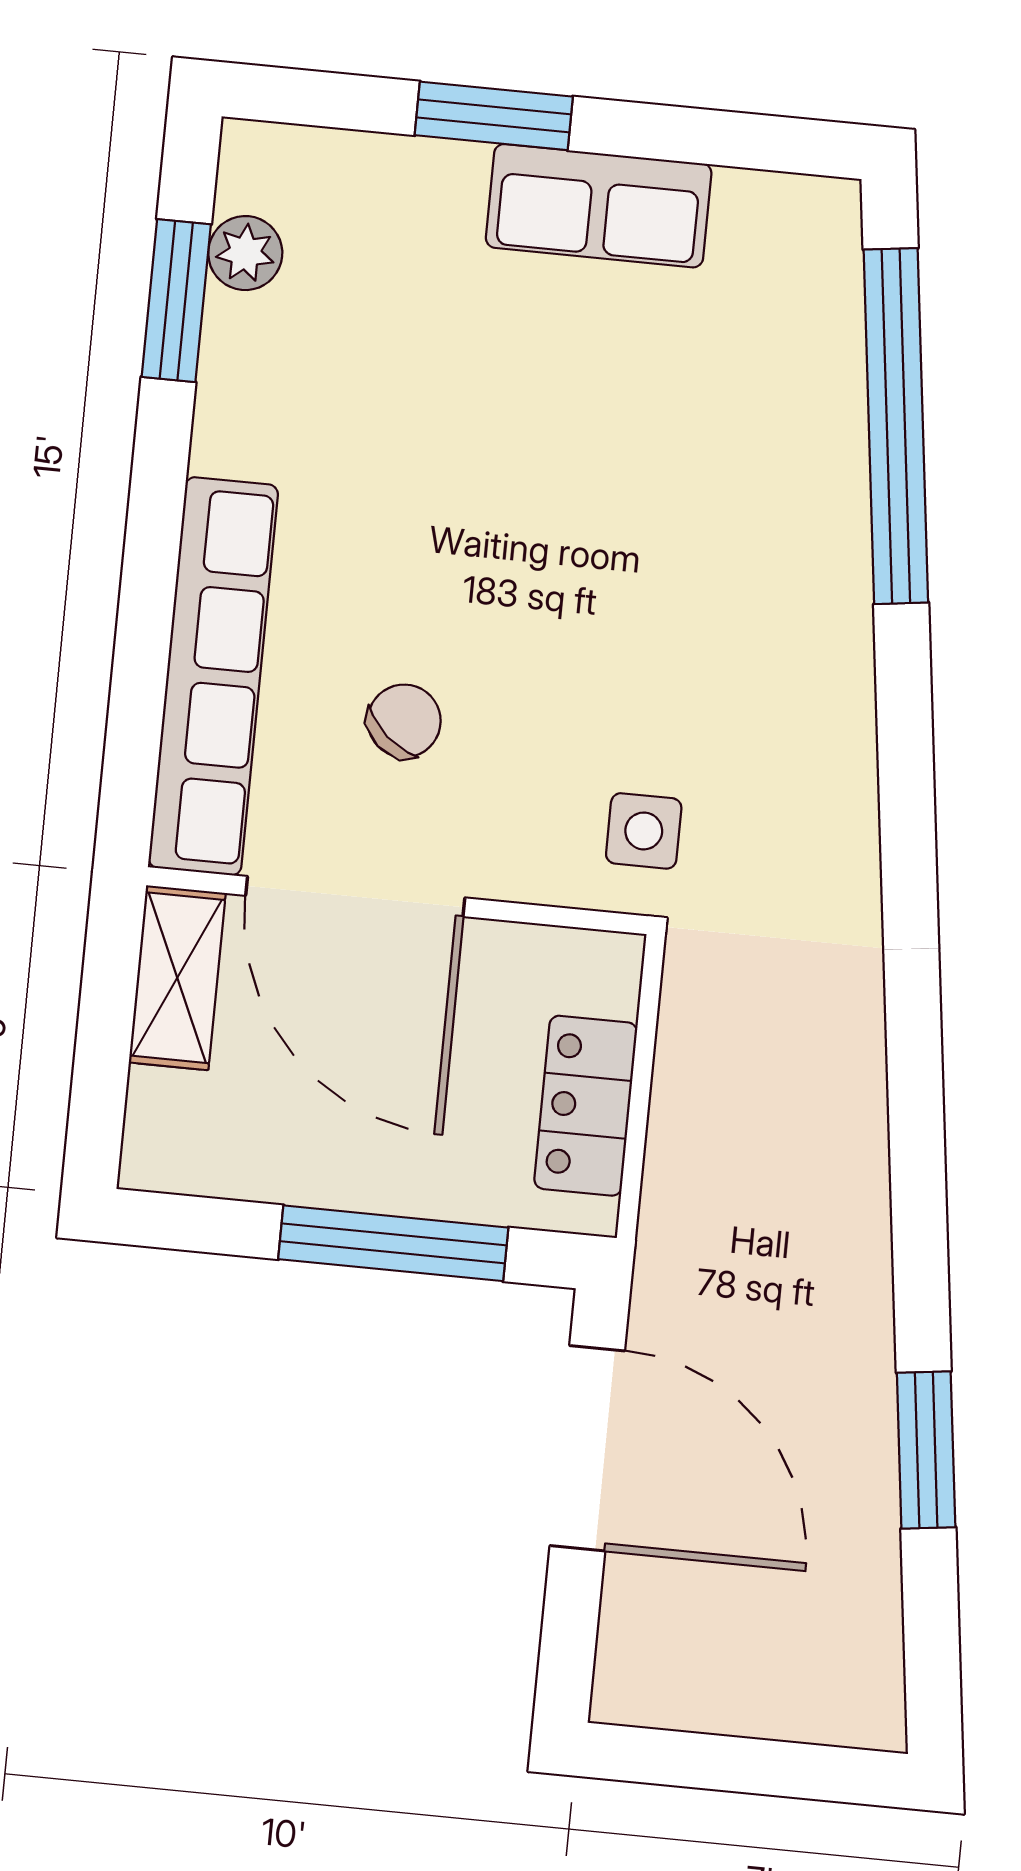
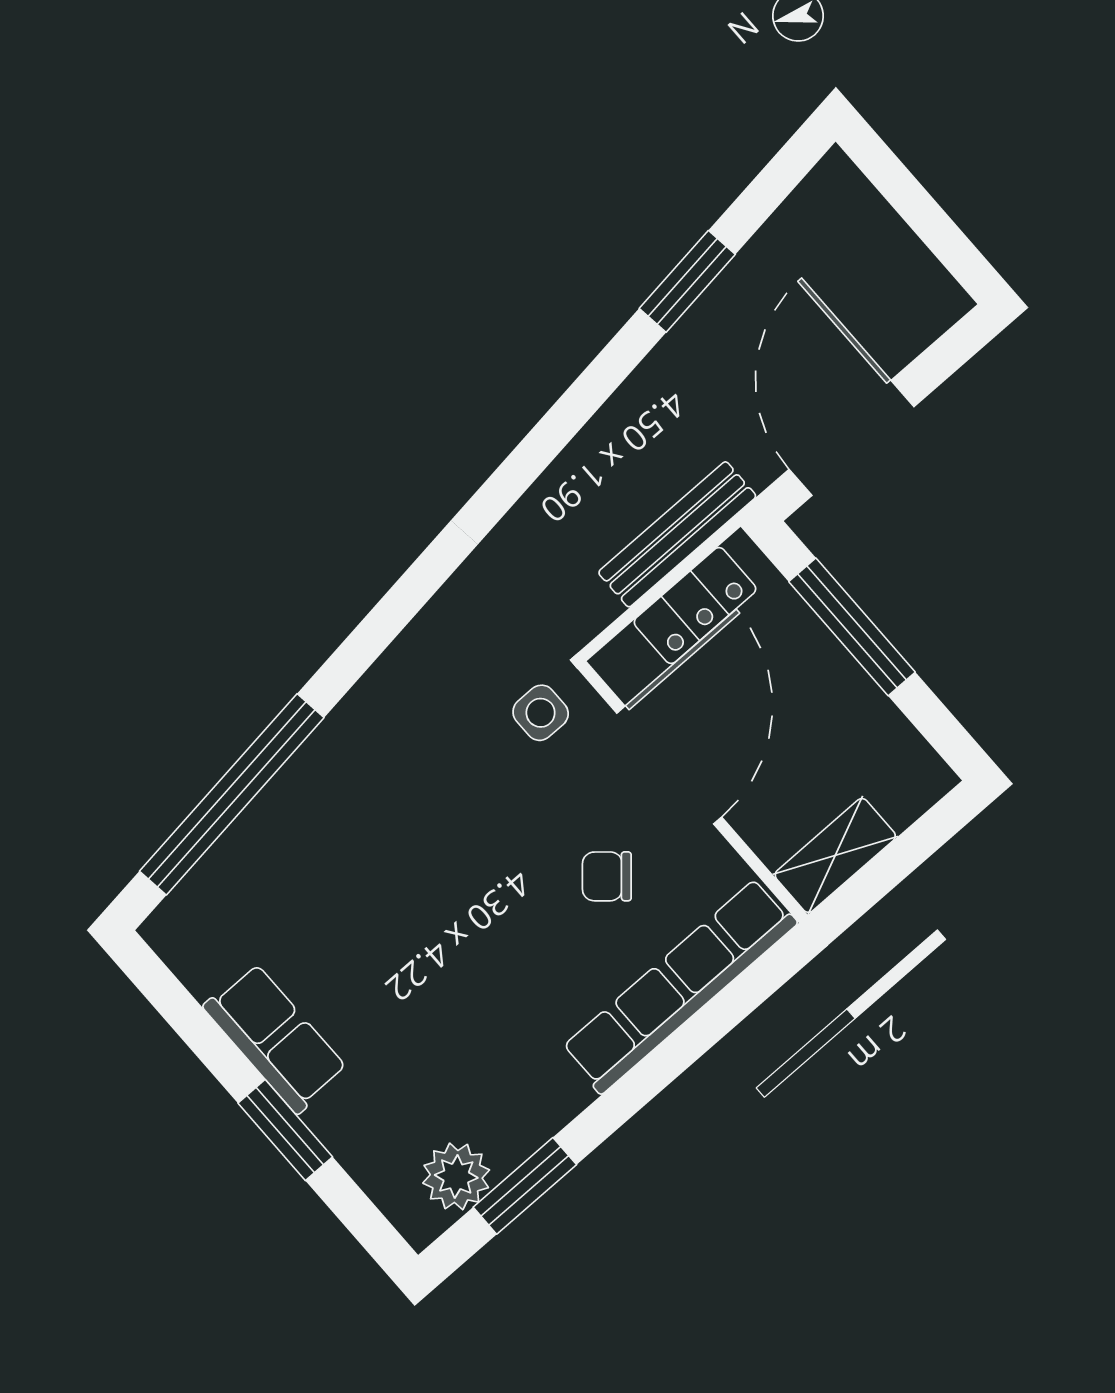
plant: (245, 253) -> (456, 1176), width x1.38, depth x1.38
door: (355, 897) -> (669, 765), moved
bench: (678, 1165) -> (677, 534), added

